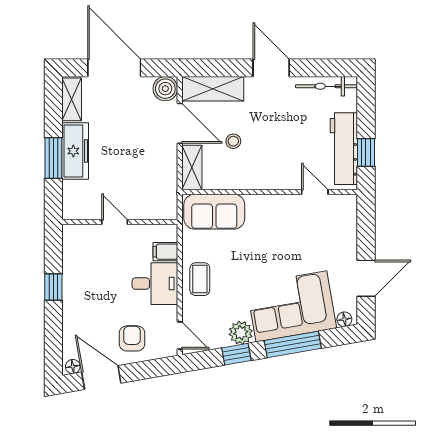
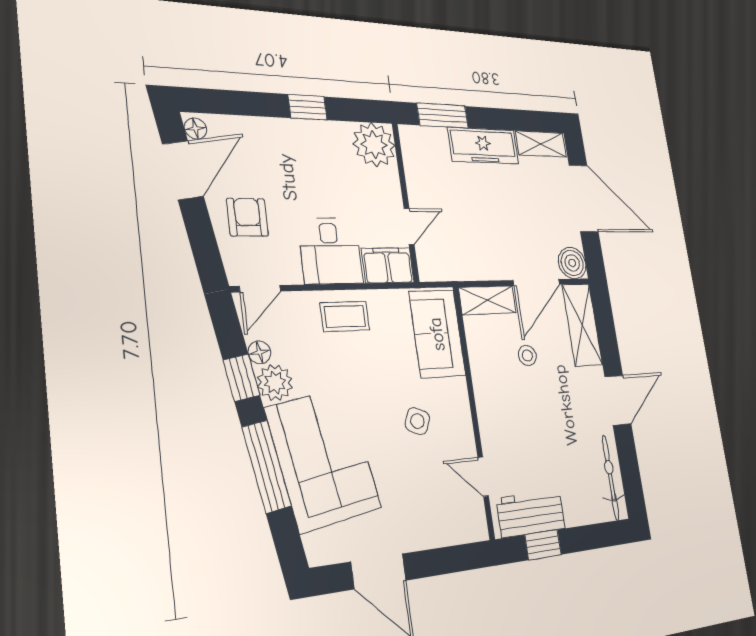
door: (114, 68) -> (584, 198), hinge flipped
workbench: (344, 149) -> (531, 514), width x0.73
window: (53, 158) -> (443, 116), moved
door: (315, 192) -> (483, 477), swing flipped
door: (115, 222) -> (409, 227), moved
side table: (273, 236) -> (417, 421), added
plant: (78, 240) -> (374, 145), added
filing cabinet: (165, 252) -> (388, 265), width x2.00
floor lamp: (344, 319) -> (259, 352), moved
armchair: (132, 338) -> (247, 217), turned -90

